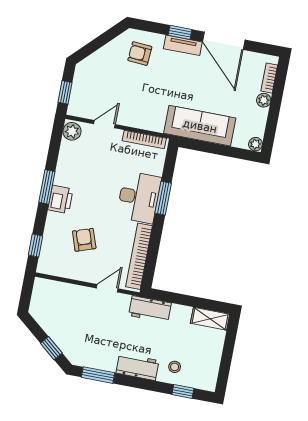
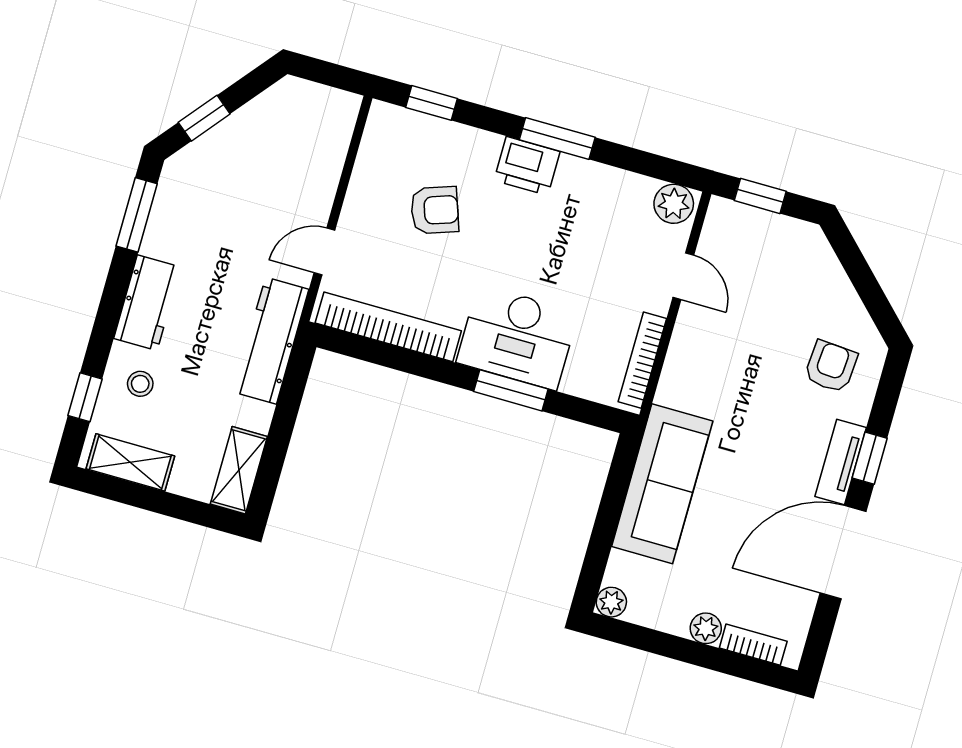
door: (107, 288) -> (324, 252), swing flipped
workbench: (150, 309) -> (271, 341), width x1.38
shelving: (211, 368) -> (130, 462), added

